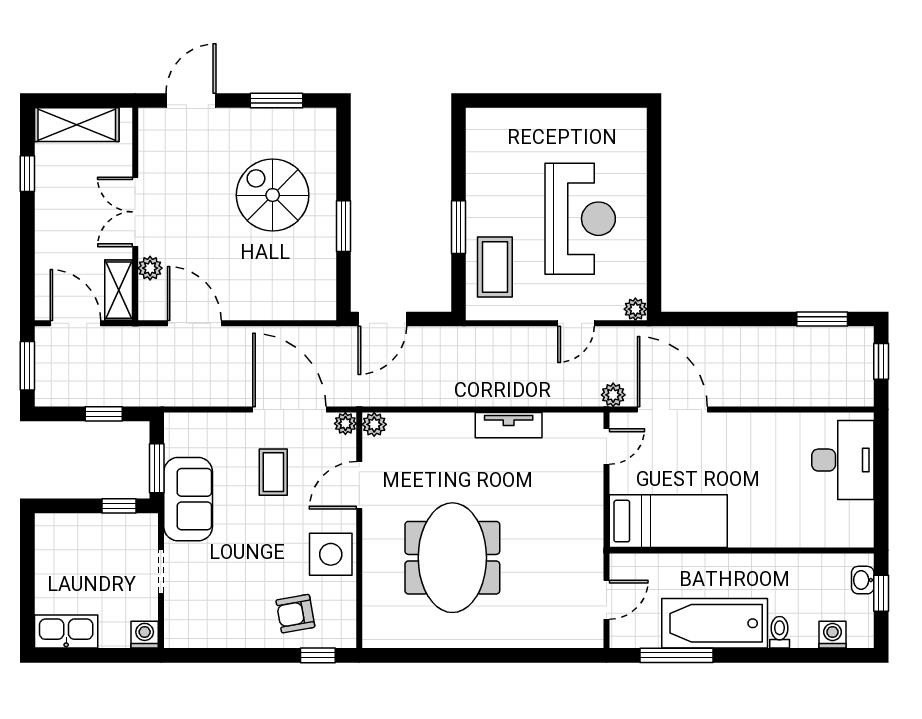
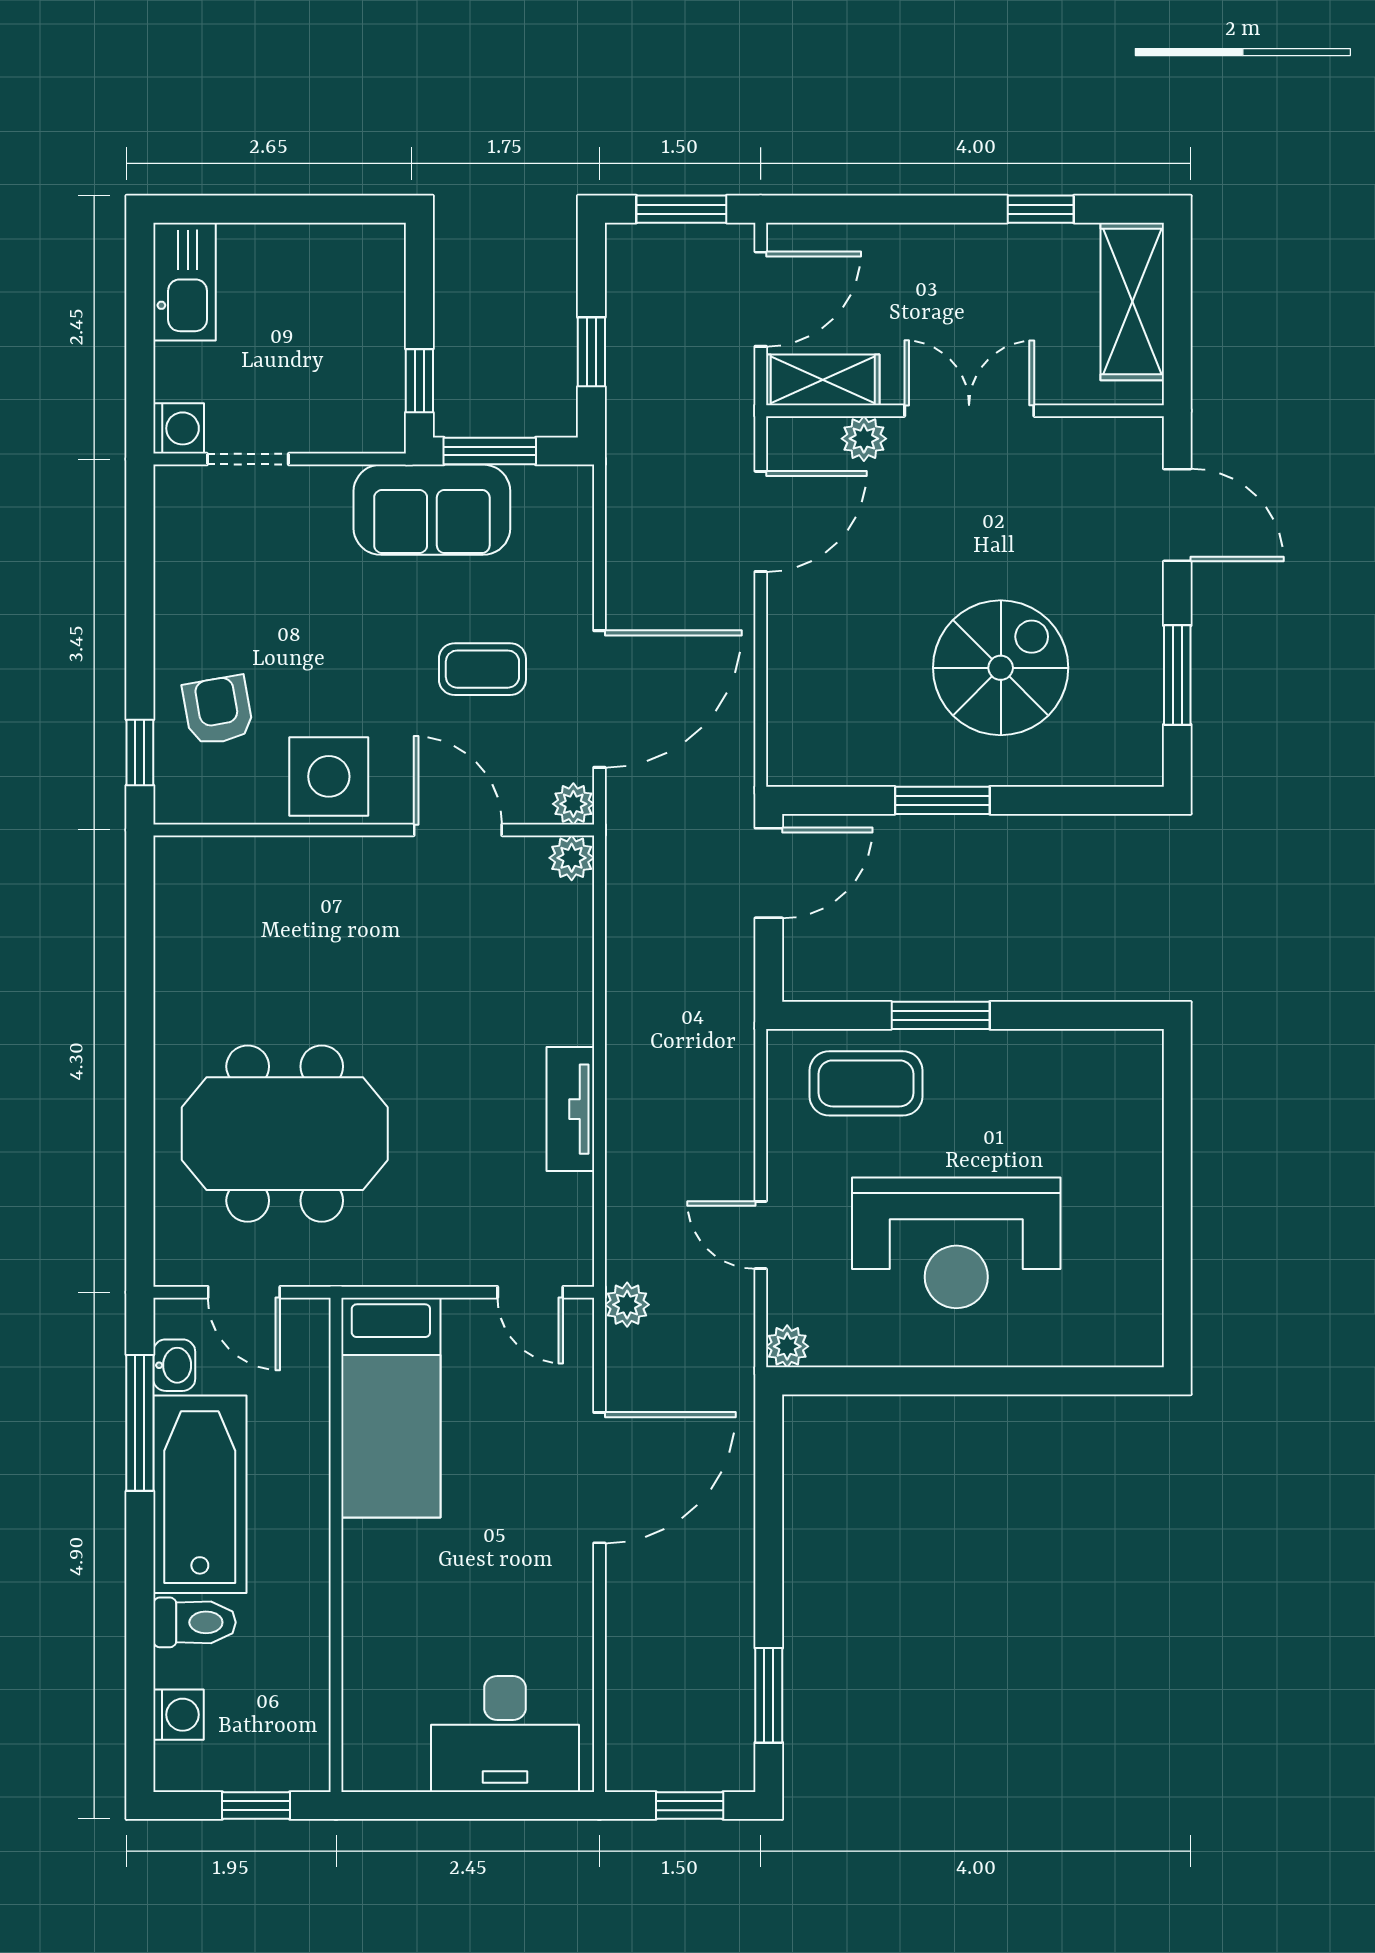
door: (382, 319) -> (769, 873), swing flipped
door: (672, 410) -> (599, 1478), moved
meeting table: (452, 558) -> (285, 1134), moved
doorway: (161, 571) -> (248, 459), moved
washbasin: (863, 580) -> (174, 1365), moved, turned 90
toilet: (780, 632) -> (194, 1622), width x1.37, depth x1.39

